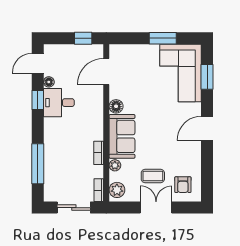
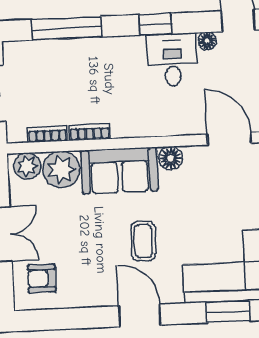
window: (38, 100) -> (155, 24), moved
plant: (115, 165) -> (61, 170), width x1.87, depth x1.87
coffee table: (153, 176) -> (143, 241), moved
bookcase: (99, 190) -> (48, 134), moved

